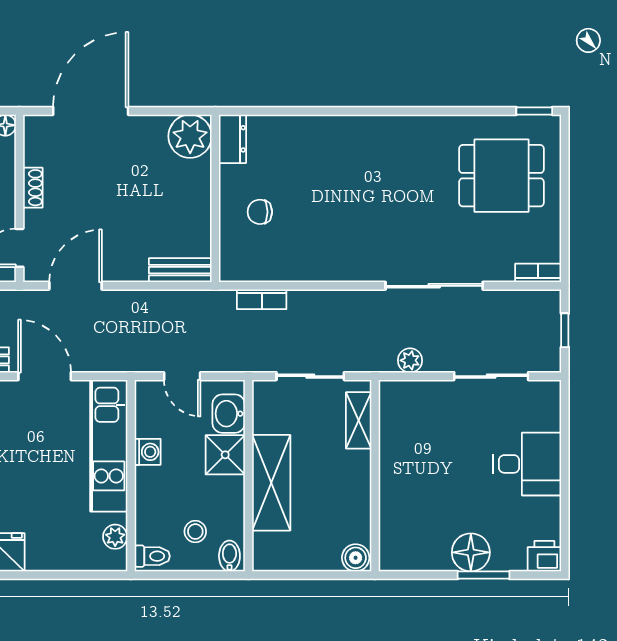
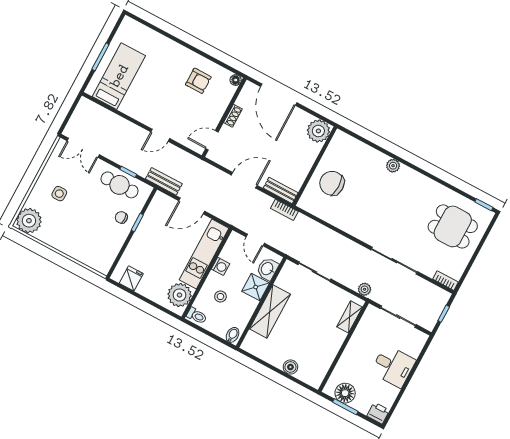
door: (91, 111) -> (279, 95), swing flipped
plant: (347, 127) -> (393, 166), added
dresser: (233, 139) -> (337, 143), removed
chair: (260, 212) -> (332, 183), width x1.87, depth x1.87
door: (75, 286) -> (244, 180), moved
bookcase: (262, 299) -> (284, 210), moved
door: (45, 376) -> (192, 206), swing flipped
shelving: (359, 420) -> (350, 317), moved
wall: (375, 476) -> (343, 347), moved
stool: (195, 532) -> (220, 297), moved
plant: (115, 537) -> (180, 295), width x1.88, depth x1.88

